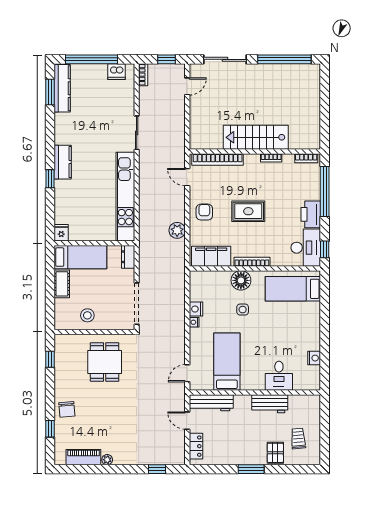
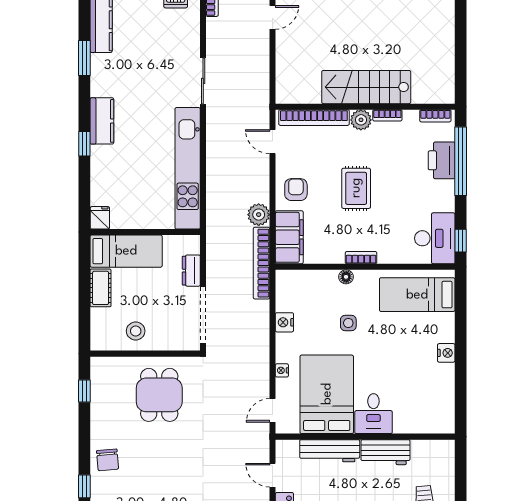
window: (50, 92) -> (84, 58), moved
plant: (252, 161) -> (361, 120), added
rug: (248, 211) -> (356, 188), turned 90
printer: (311, 214) -> (442, 160), moved
filing cabinet: (211, 256) -> (289, 237), moved, turned 90
dresser: (128, 257) -> (191, 271), moved
bookcase: (252, 262) -> (361, 258), width x0.64
bookcase: (179, 266) -> (262, 263), added
floor lamp: (241, 280) -> (346, 277), width x0.53, depth x0.53
nightstand: (194, 322) -> (282, 370), moved
nightstand: (314, 358) -> (446, 353), moved
bed: (227, 362) -> (327, 394), width x1.50
desk: (279, 376) -> (373, 414), moved
workbench: (211, 403) -> (330, 451), moved

